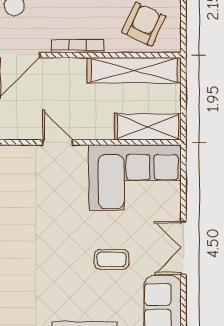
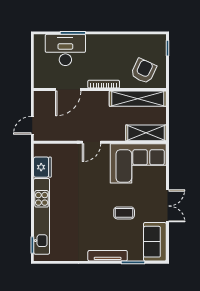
door: (58, 142) -> (92, 142), swing flipped
double door: (183, 248) -> (167, 206), swing flipped

